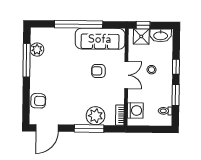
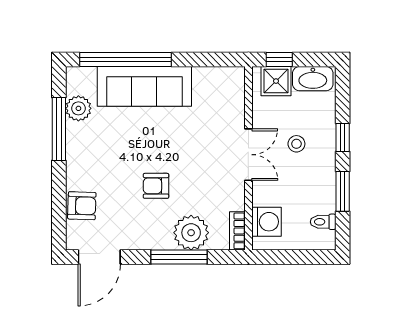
window: (79, 24) -> (126, 59), moved
sofa: (100, 39) -> (144, 86), moved
armchair: (98, 71) -> (156, 186), moved

